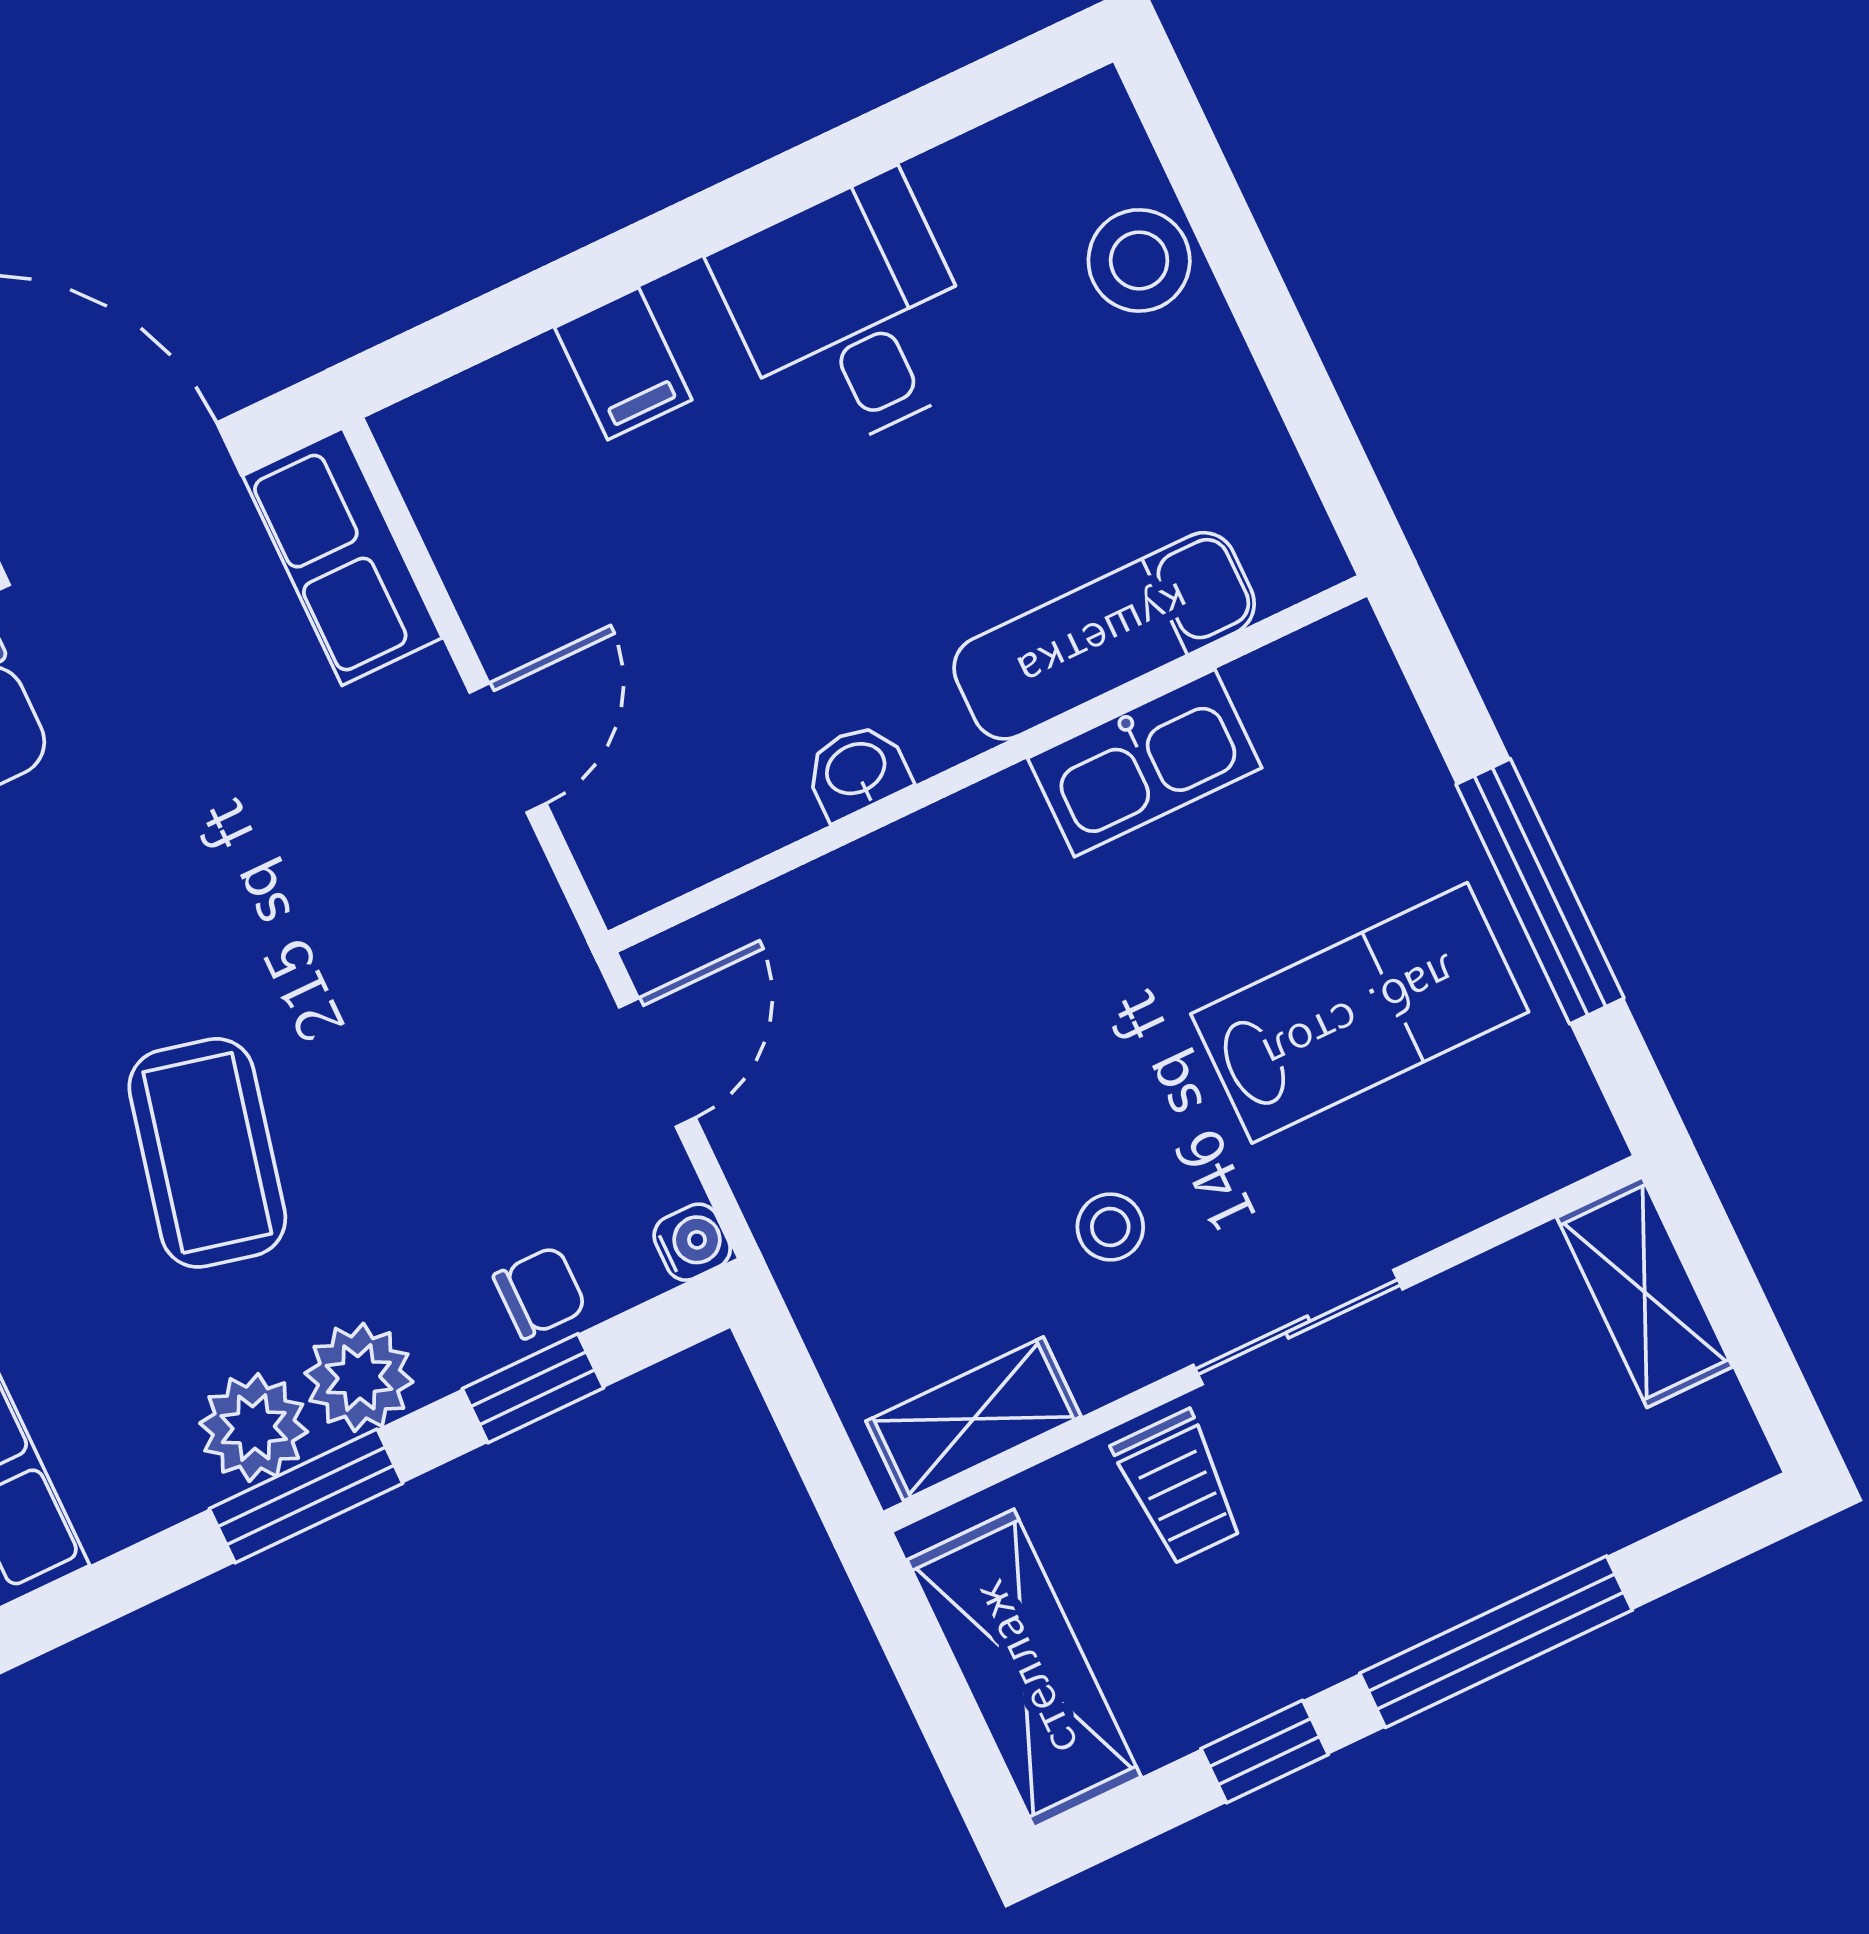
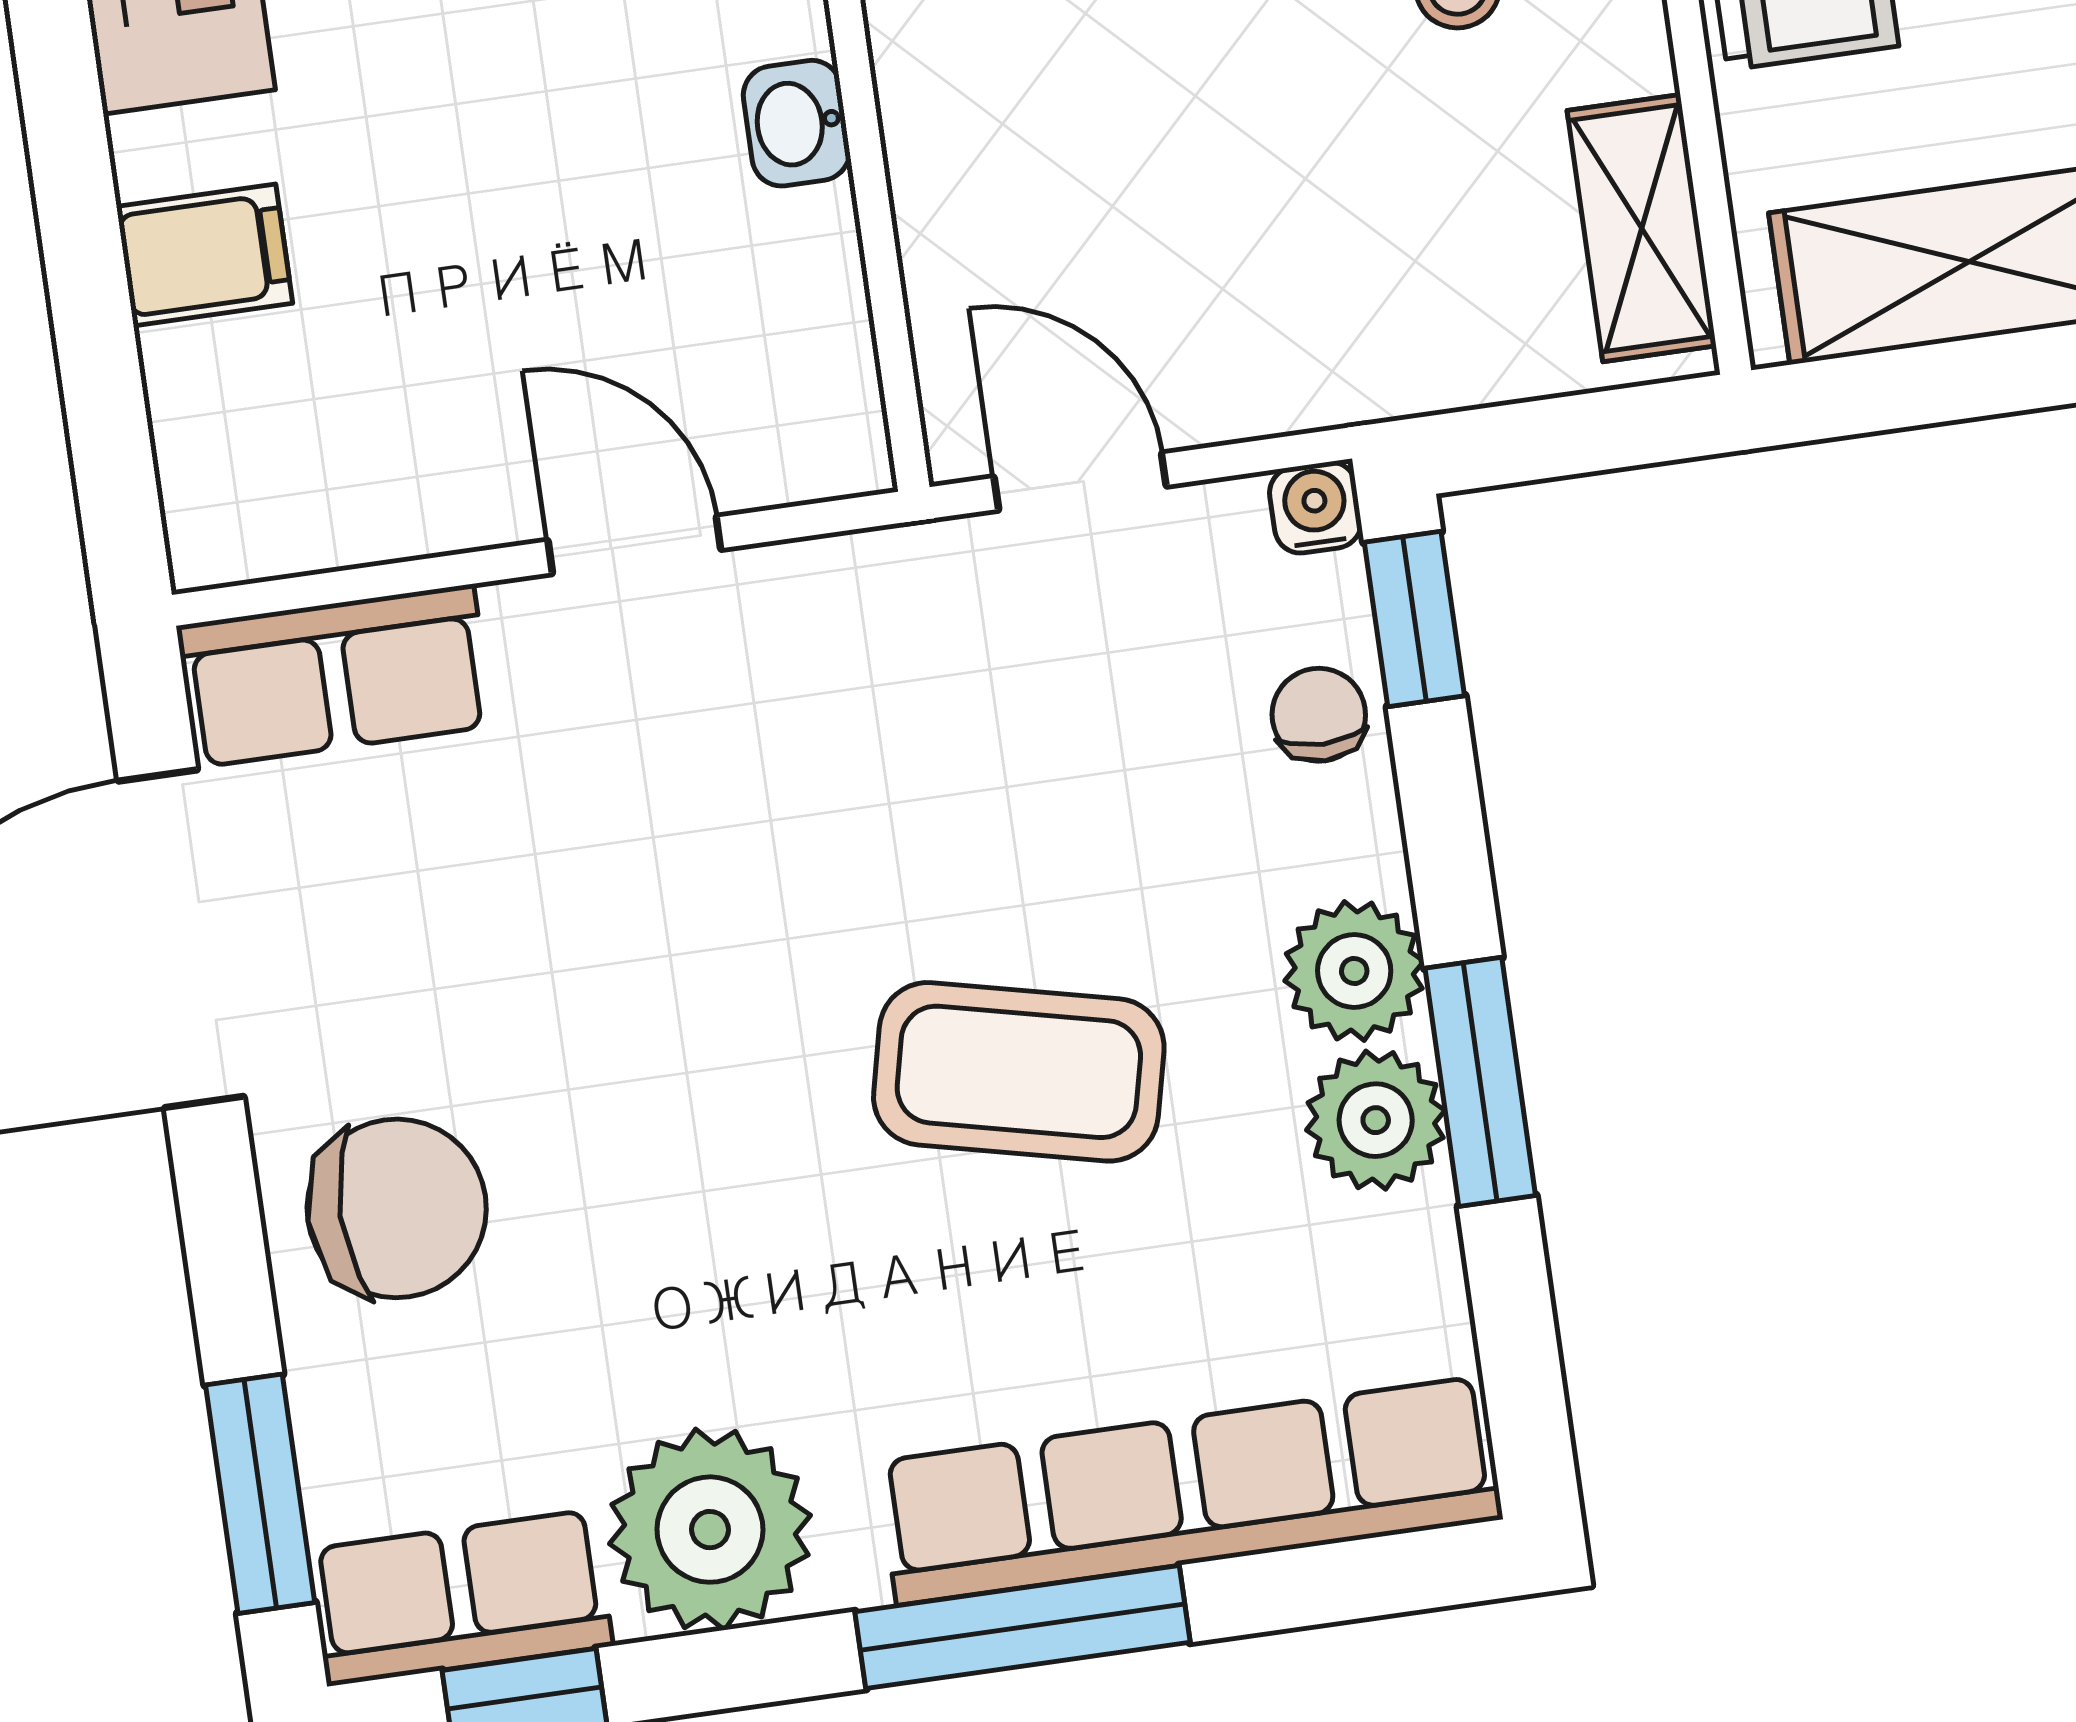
window: (533, 1388) -> (1414, 619), moved

